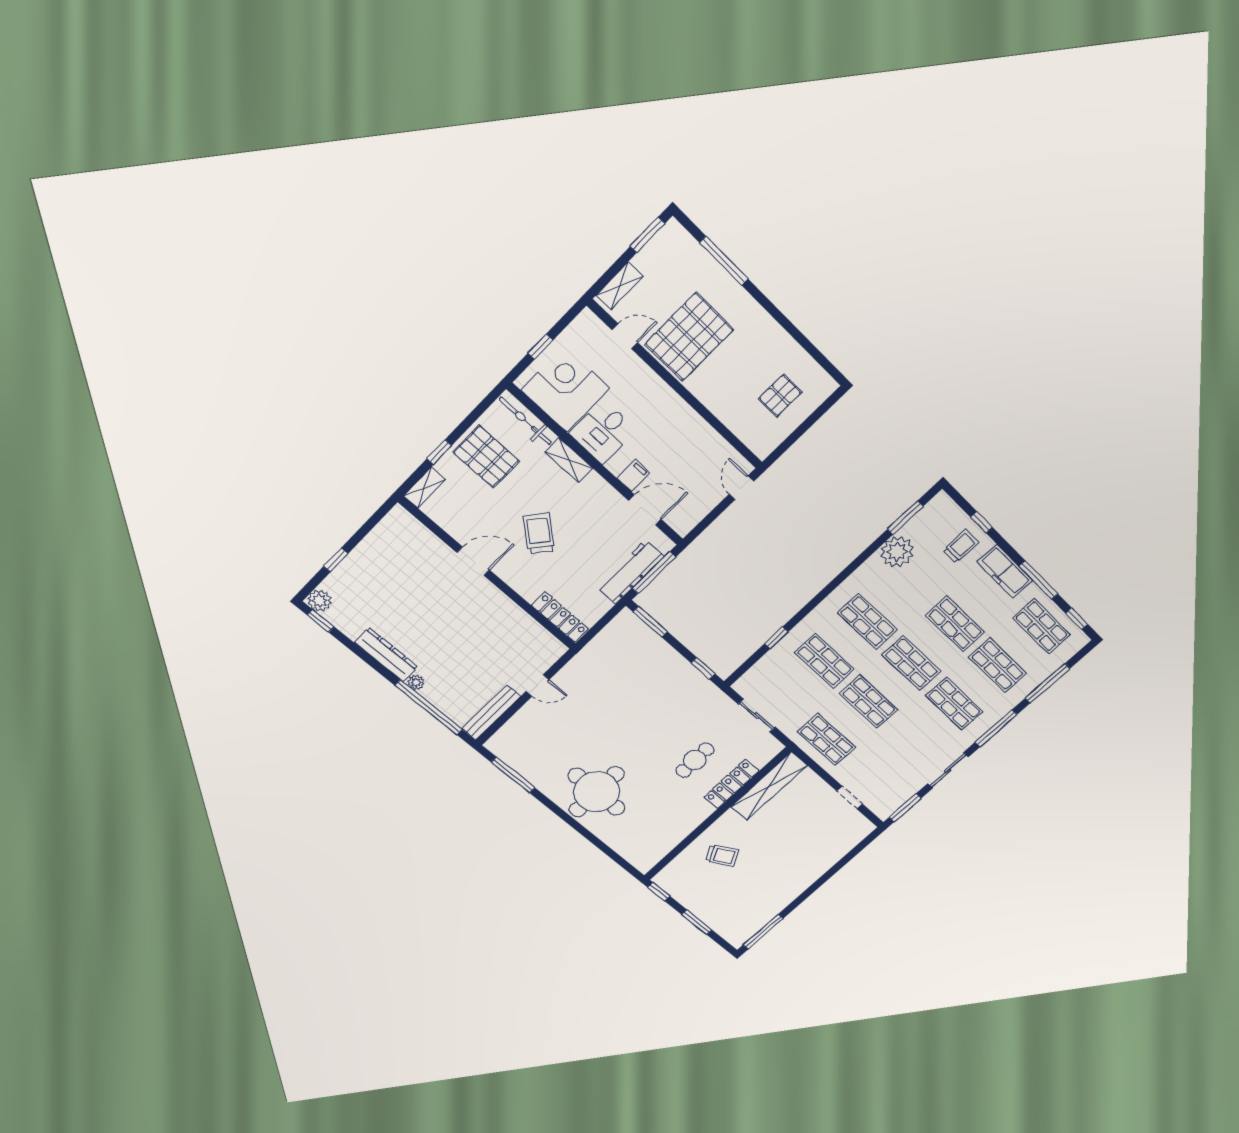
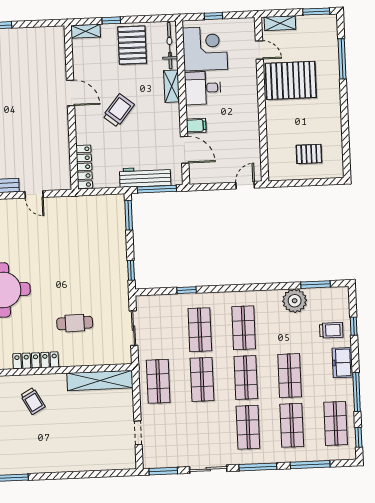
freezer: (1005, 571) -> (342, 363), width x0.71
locker: (731, 784) -> (36, 360), moved

